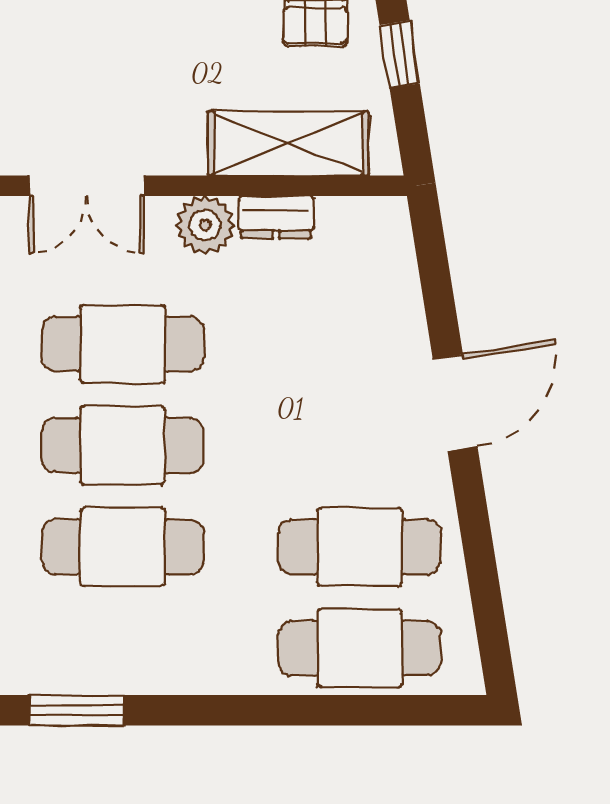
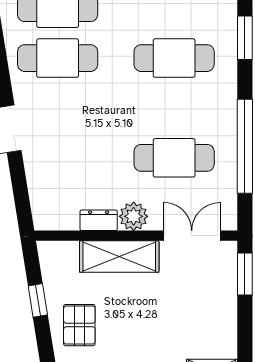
shelving: (288, 143) -> (119, 256), moved
cafe table: (123, 445) -> (174, 108), removed

